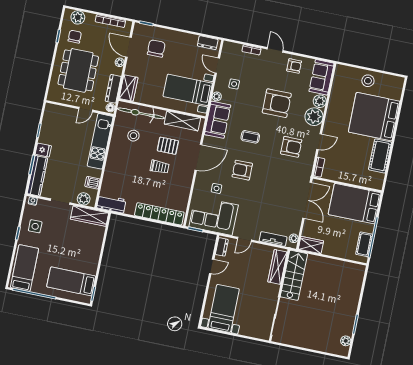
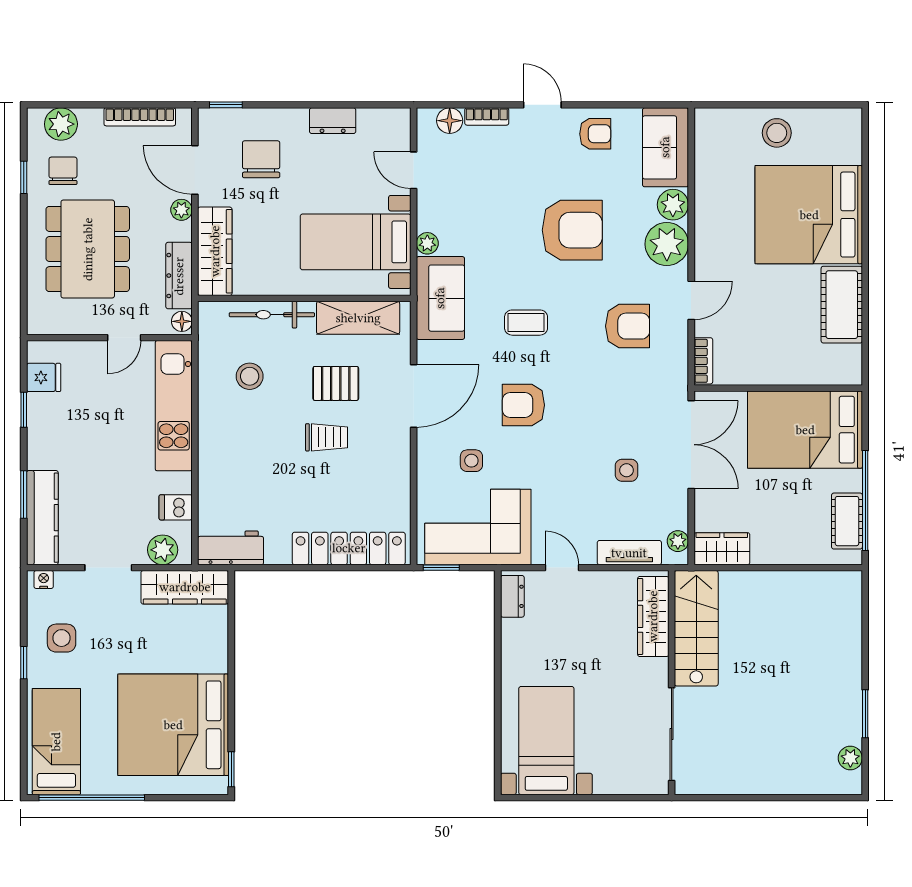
dresser: (208, 43) -> (333, 121), moved
floor lamp: (236, 48) -> (450, 121), added
side table: (234, 84) -> (627, 470), moved
wardrobe: (128, 88) -> (215, 251), width x1.50
bicycle: (141, 113) -> (272, 315), width x0.73, depth x0.71
fridge: (43, 150) -> (44, 377), moved
door: (244, 239) -> (562, 568), swing flipped
door: (212, 266) -> (498, 647), removed
bed: (71, 281) -> (173, 725), width x2.04

